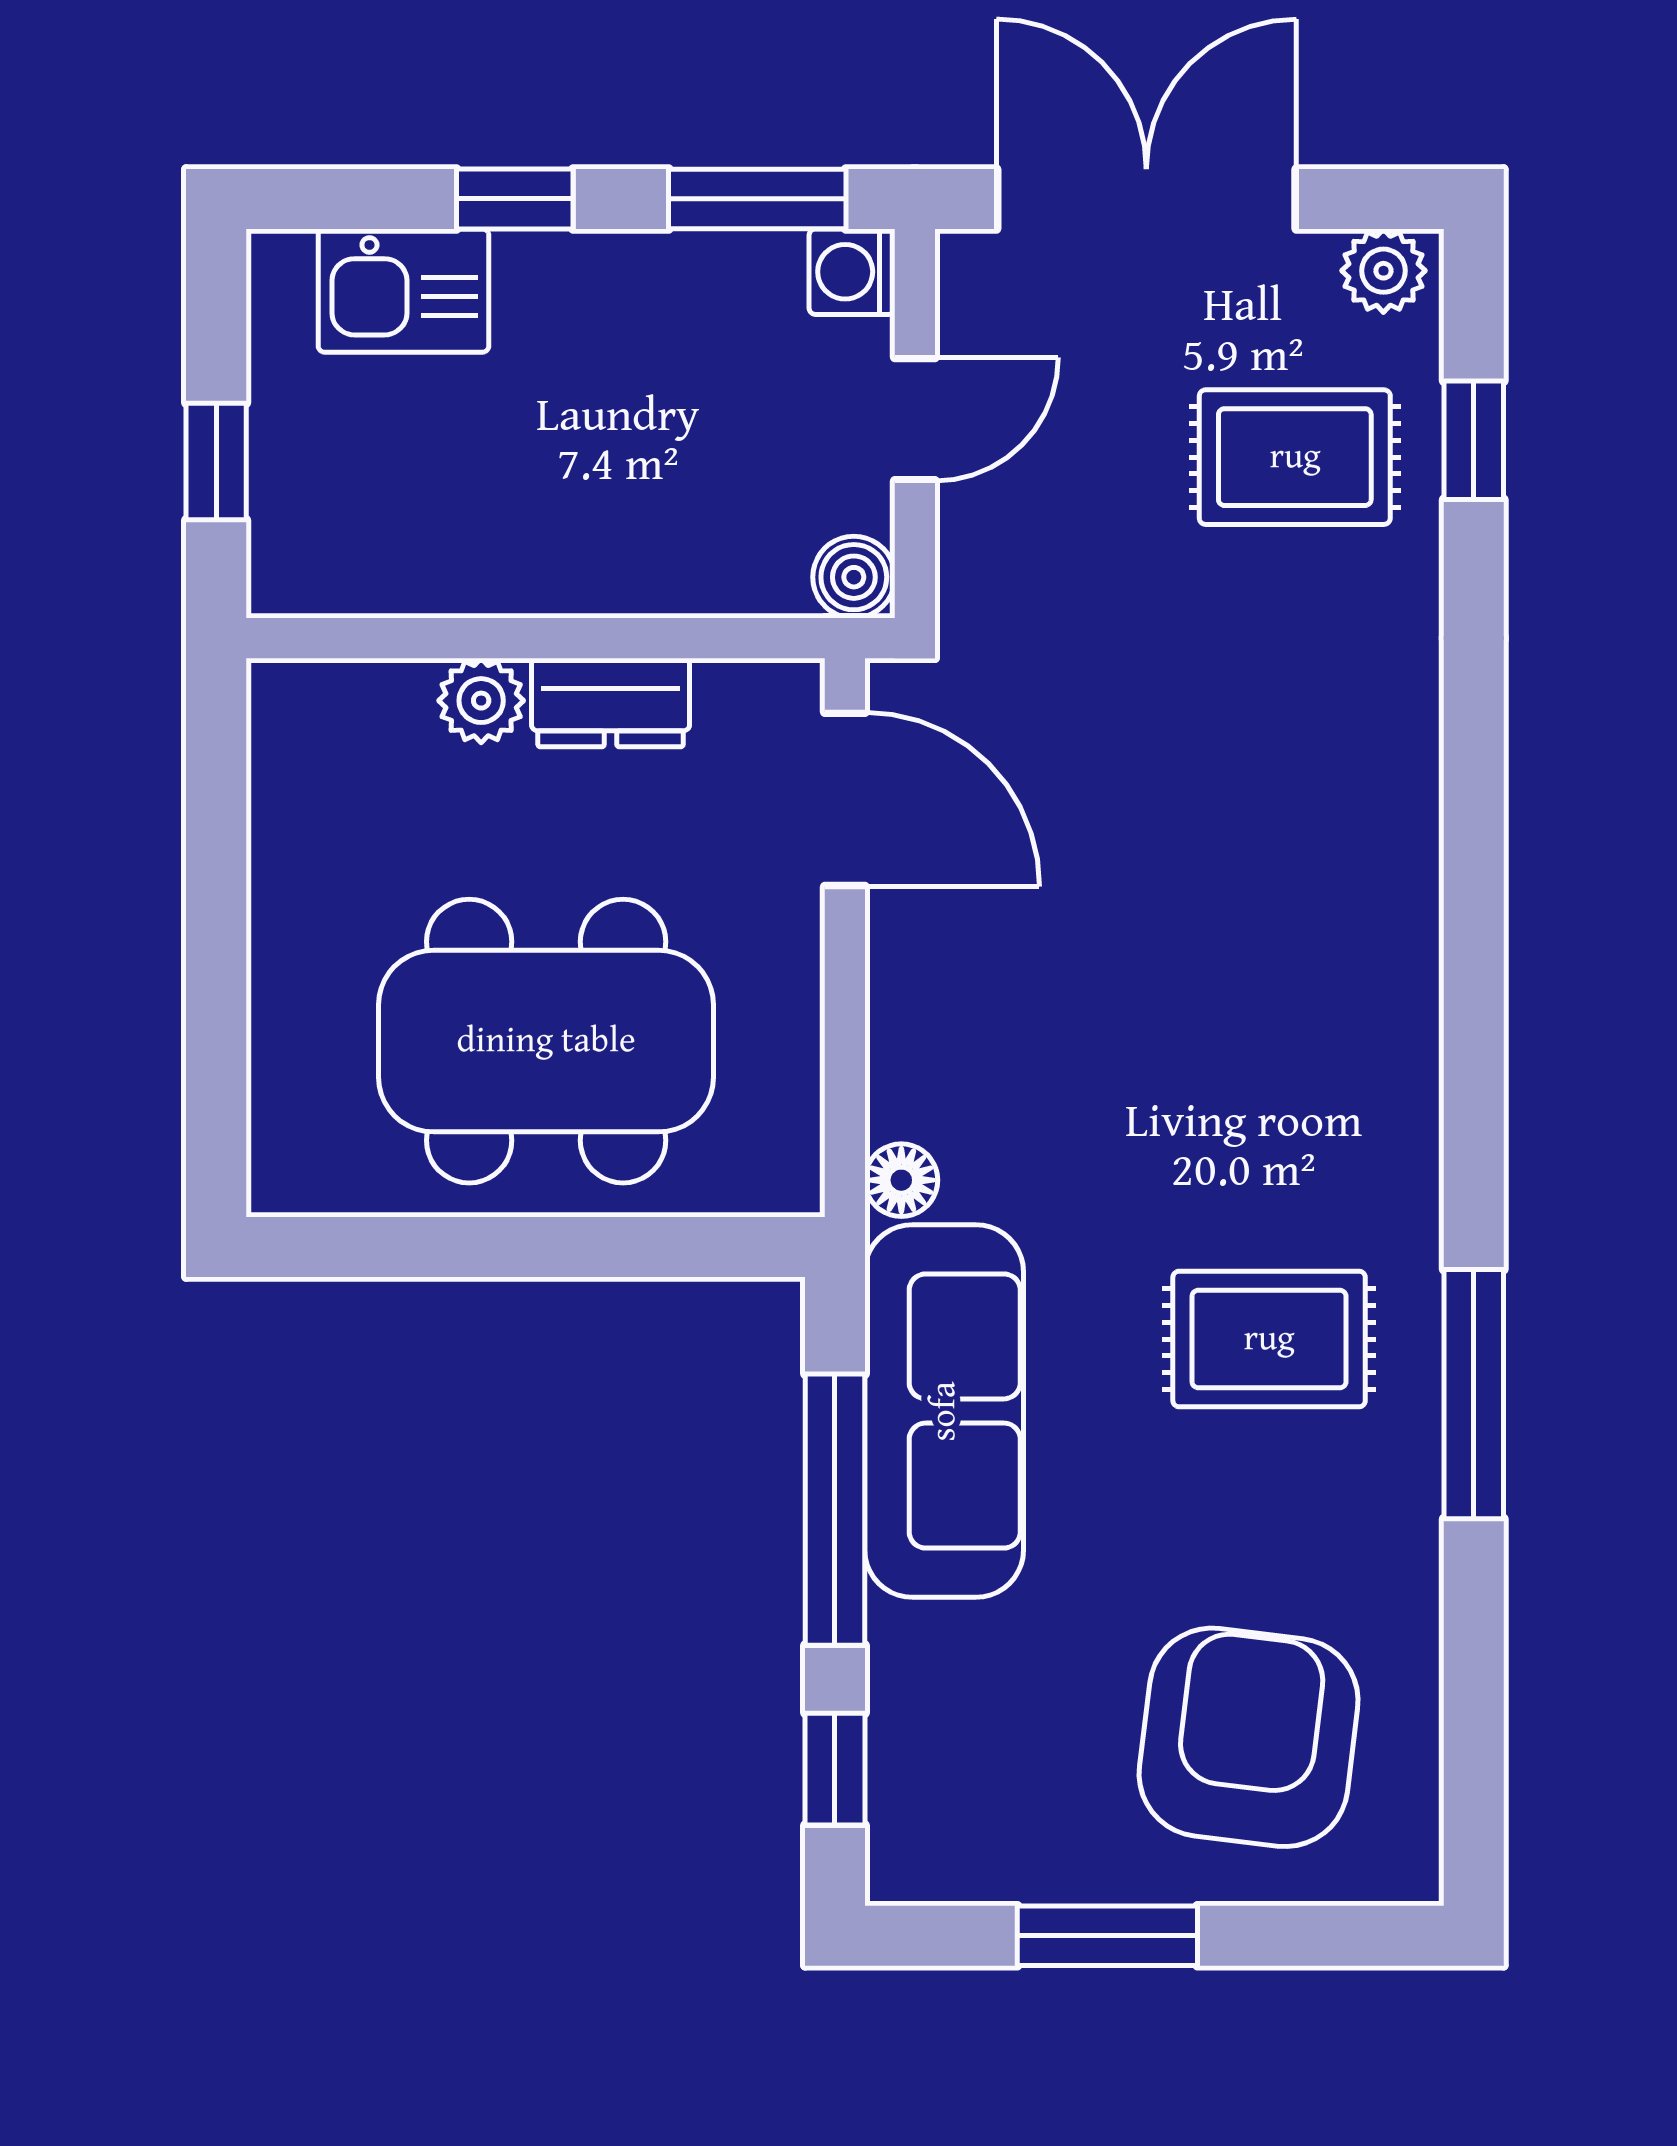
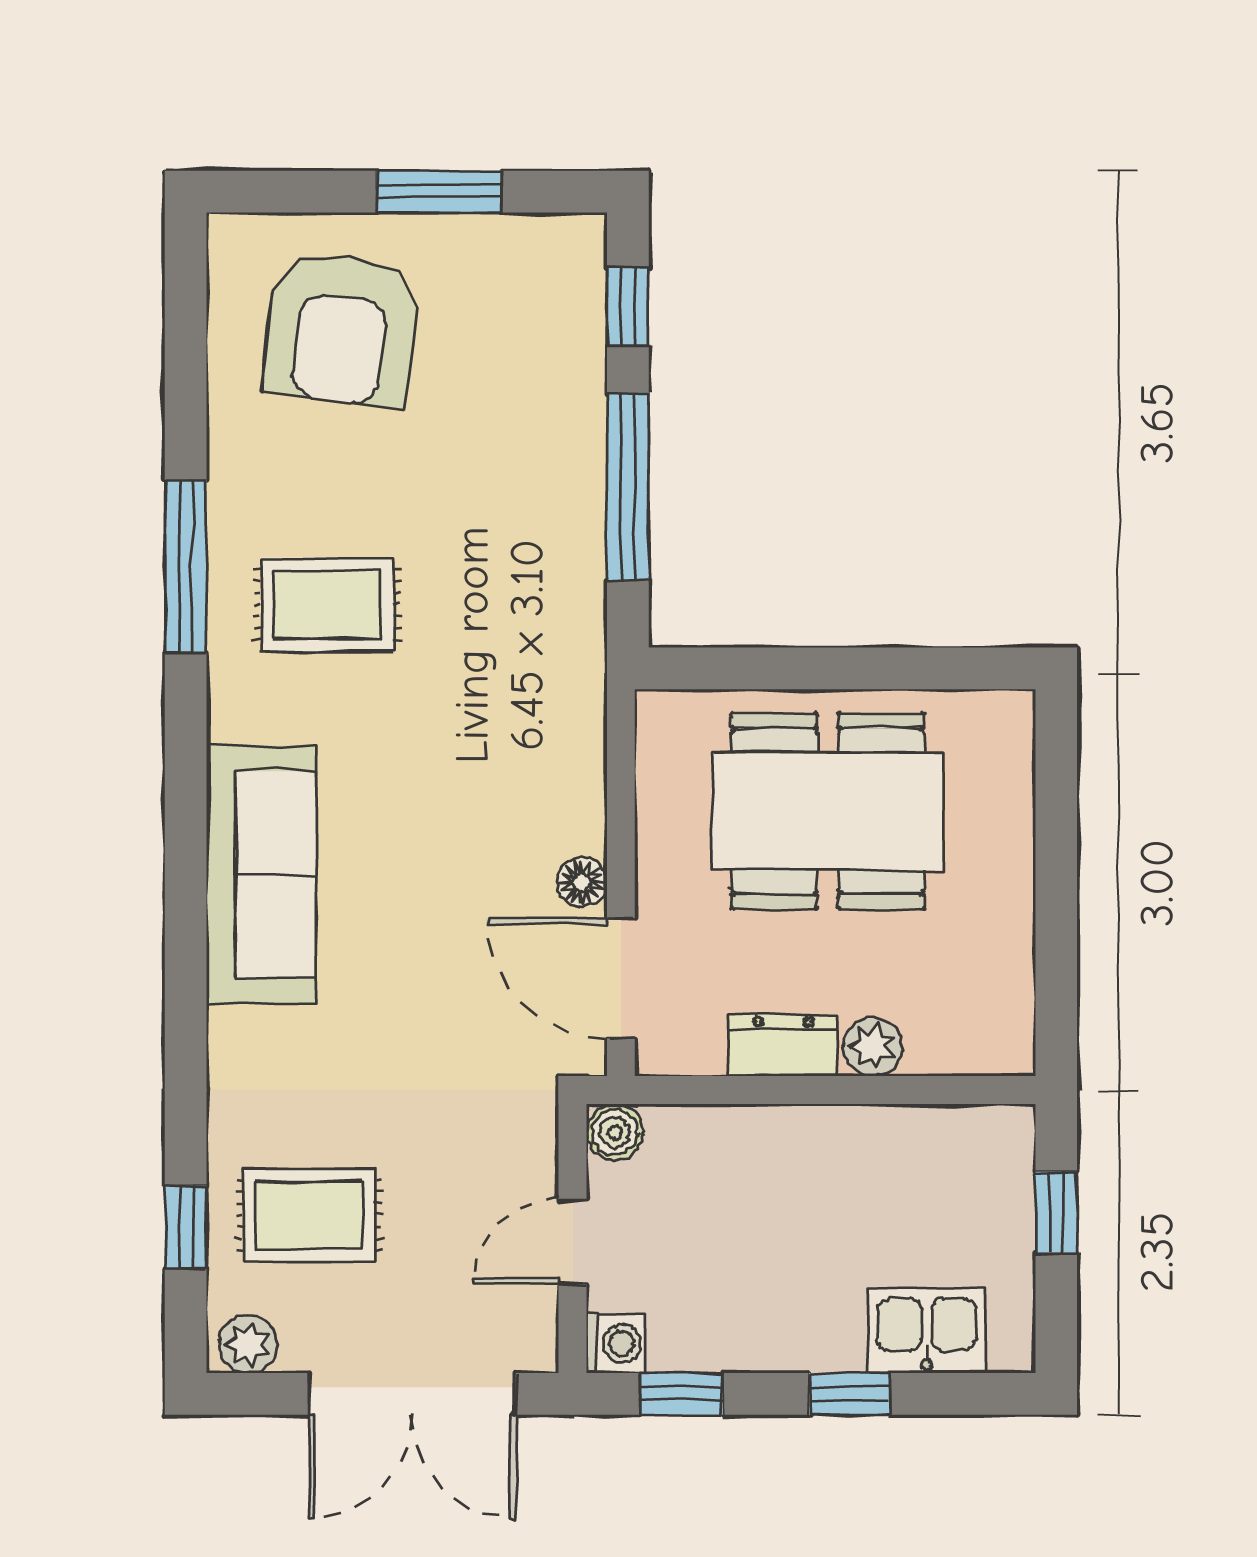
window: (757, 199) -> (682, 1394), width x0.67
floor lamp: (901, 1180) -> (582, 882), moved
sofa: (944, 1411) -> (261, 875), moved, turned 180

